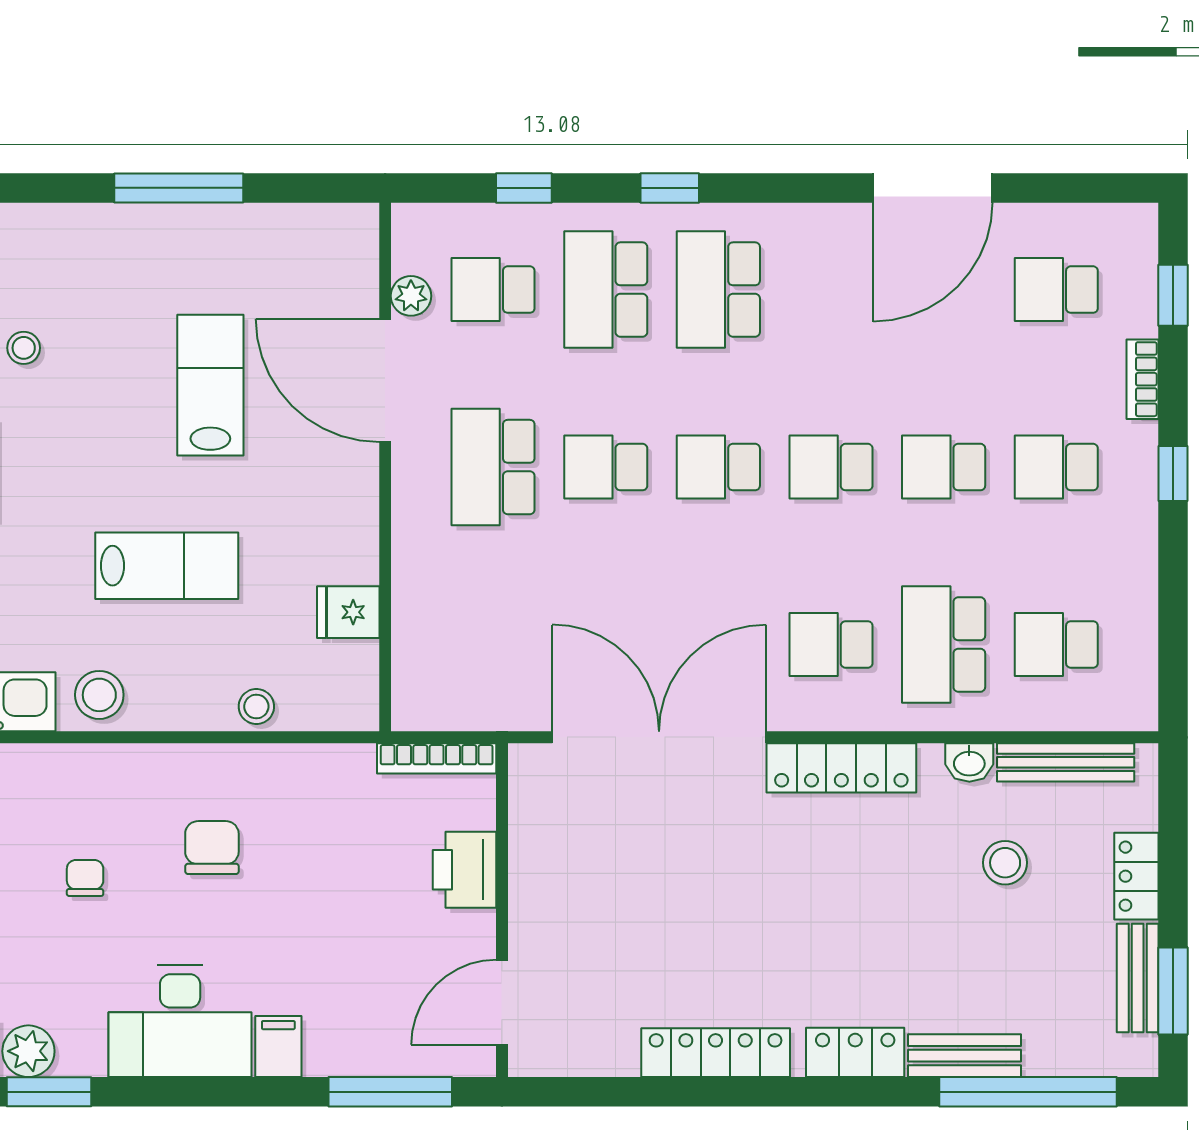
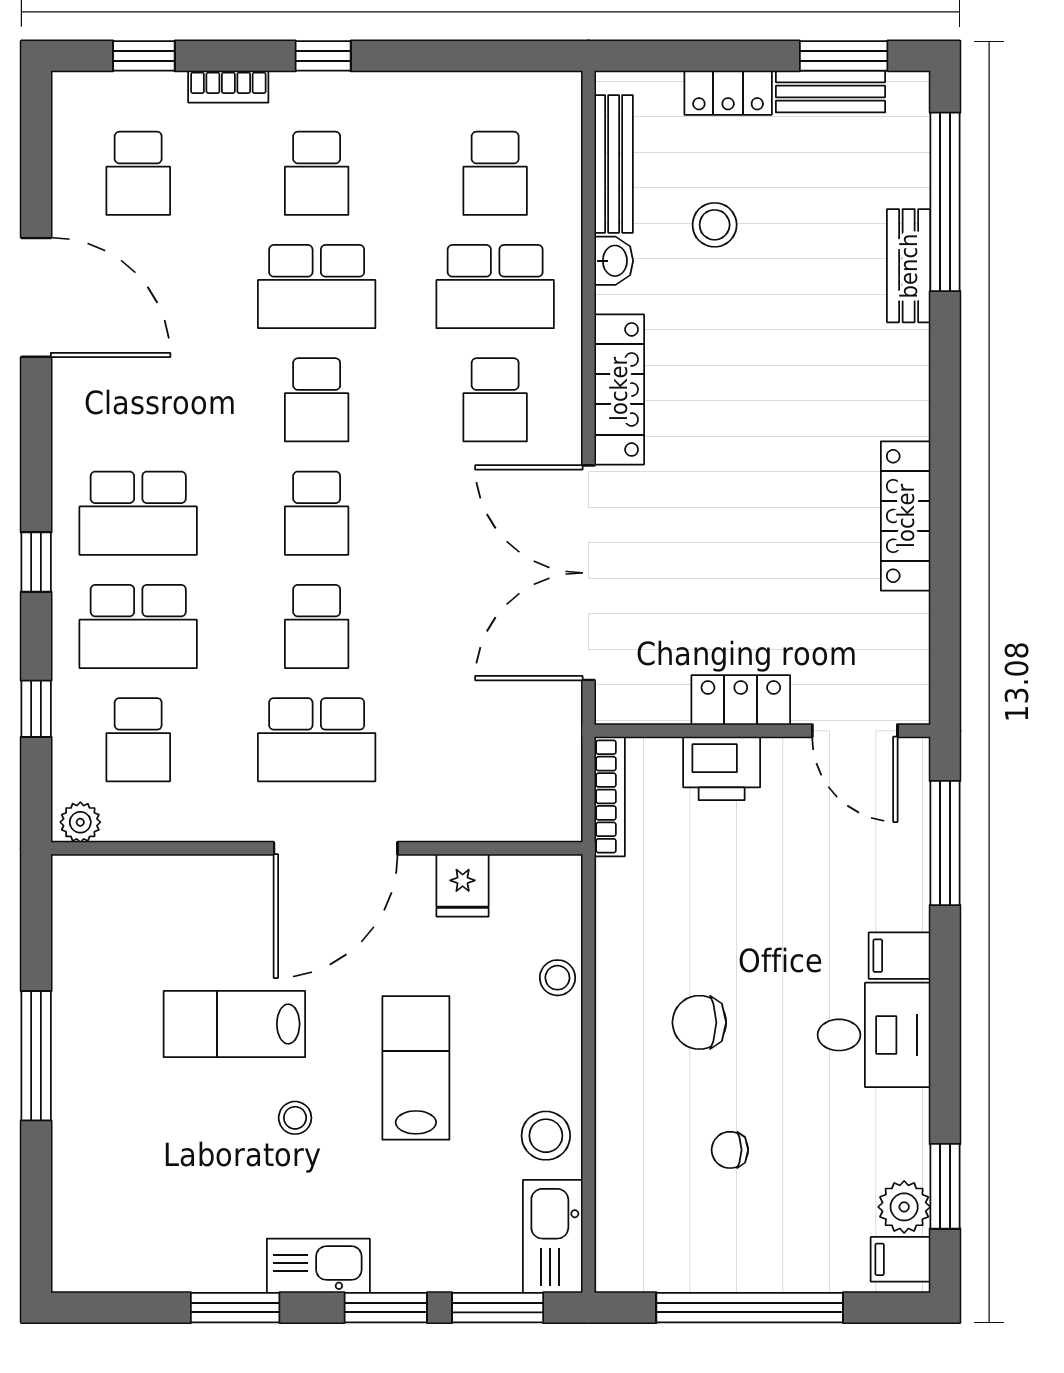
plant: (411, 296) -> (80, 822), moved
stool: (24, 348) -> (295, 1118), moved
door: (385, 381) -> (336, 848), moved
school desk: (944, 467) -> (317, 287), width x1.85
desk: (180, 1021) -> (874, 1035), width x0.73
locker: (855, 1052) -> (741, 700), moved, turned 90

